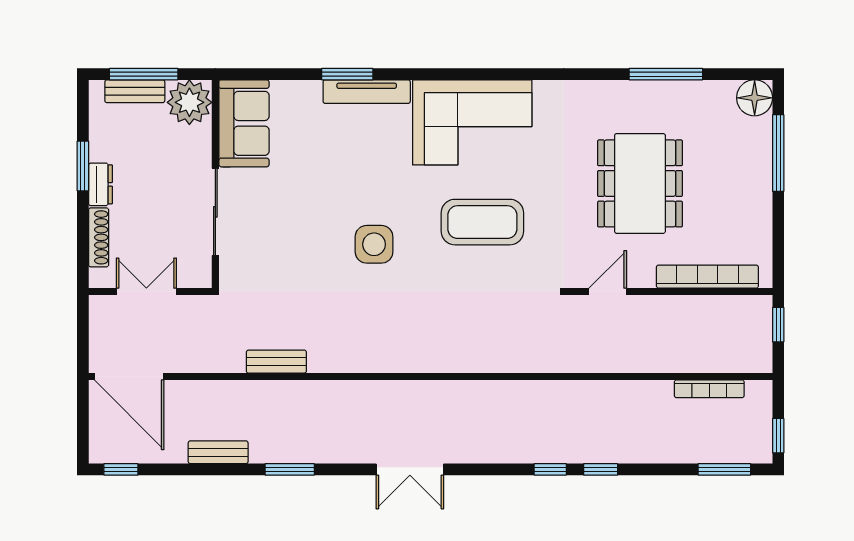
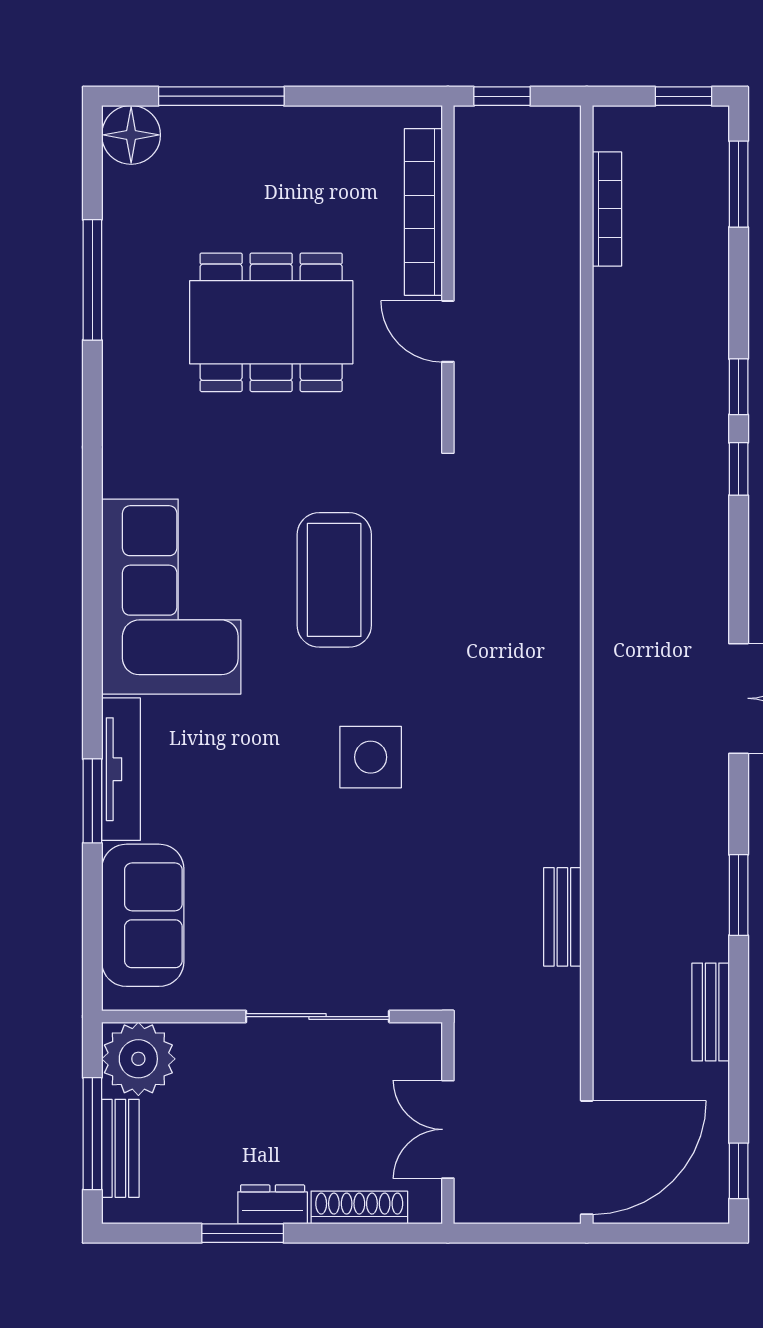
sofa: (244, 123) -> (143, 915), moved, turned 90
door: (608, 292) -> (448, 331), moved

